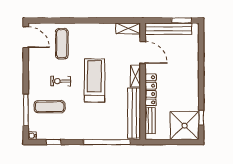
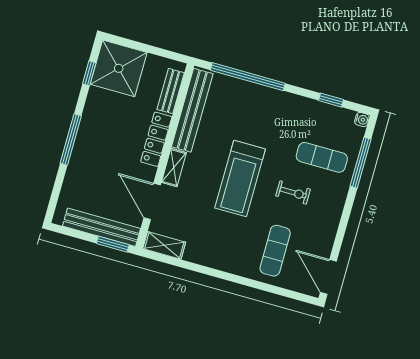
window: (181, 21) -> (113, 244), moved
window: (201, 75) -> (71, 139), added

